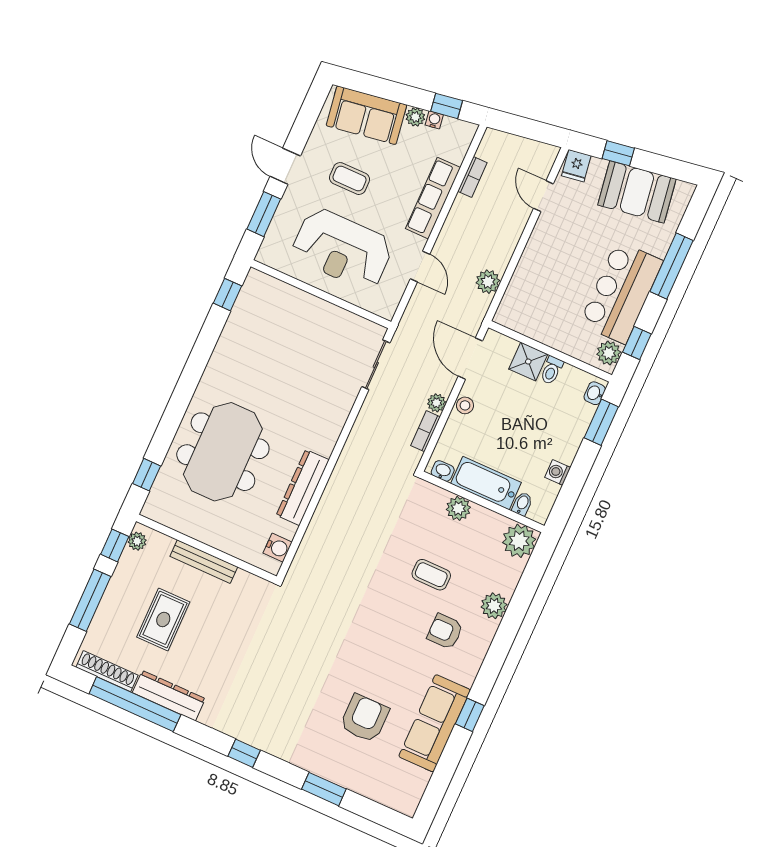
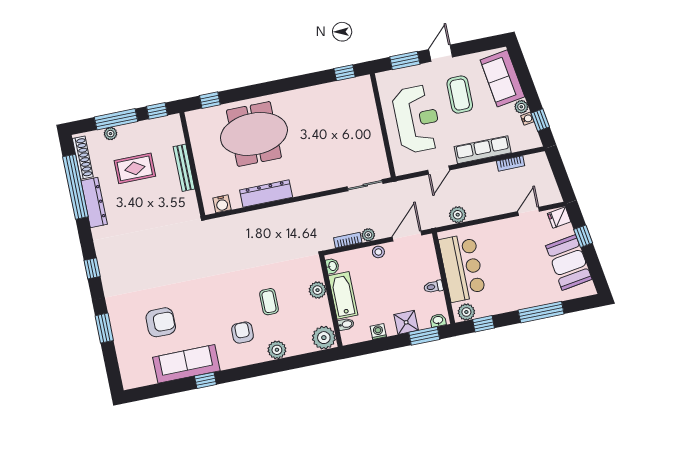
coffee table: (349, 179) -> (460, 95), width x1.36, depth x1.30
reception desk: (342, 249) -> (417, 119), turned 180
bar counter: (621, 292) -> (462, 268), moved, turned 90
shower: (528, 362) -> (406, 322), moved
plant: (137, 541) -> (110, 134), moved

